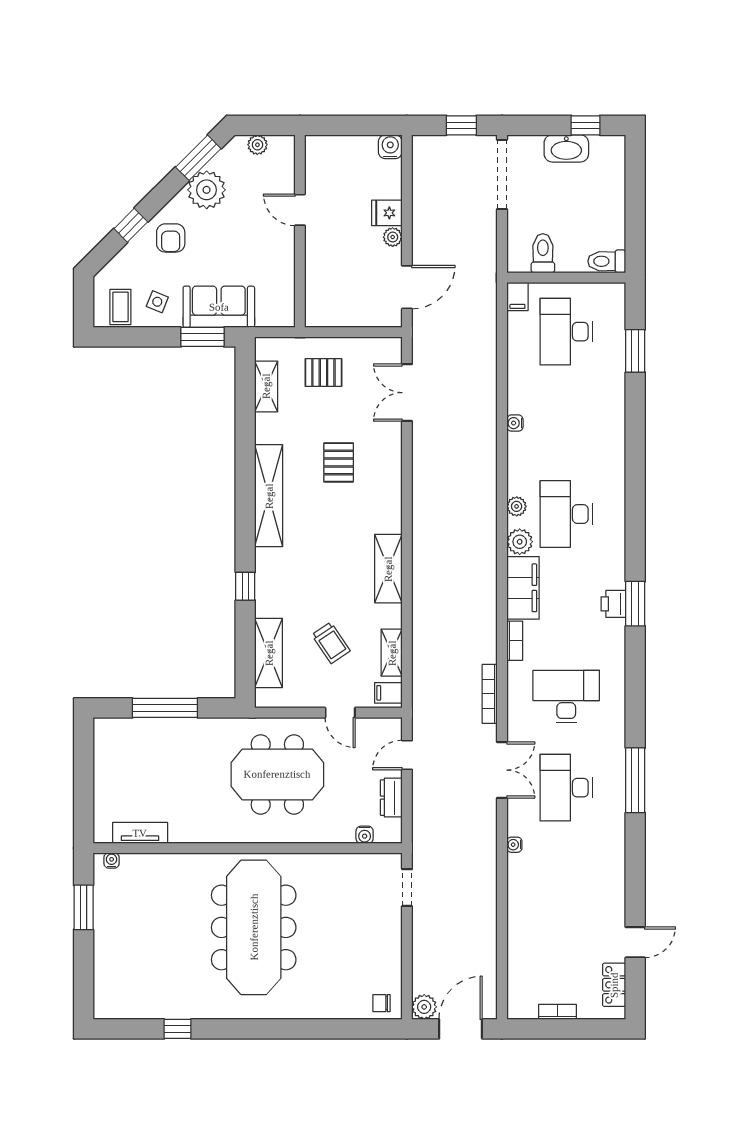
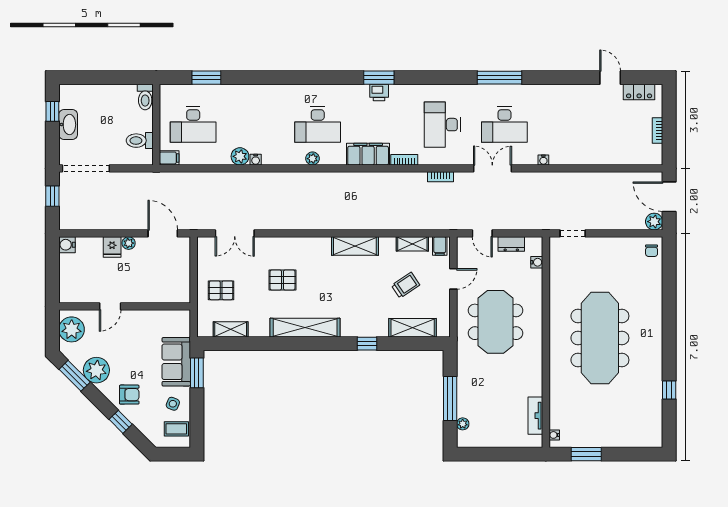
plant: (257, 145) -> (72, 329), width x1.88, depth x1.88
pallet: (323, 372) -> (221, 290), turned 90
plant: (520, 542) -> (240, 156), moved
bookcase: (490, 694) -> (440, 177), width x0.64
plant: (128, 726) -> (463, 424), added
meeting table: (254, 927) -> (600, 338), turned 90

